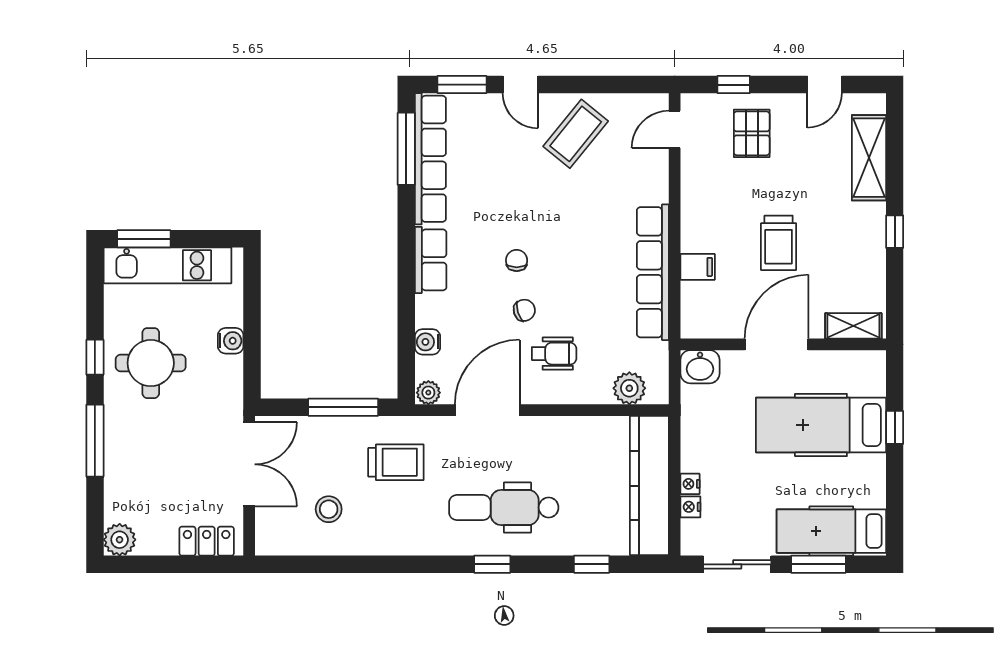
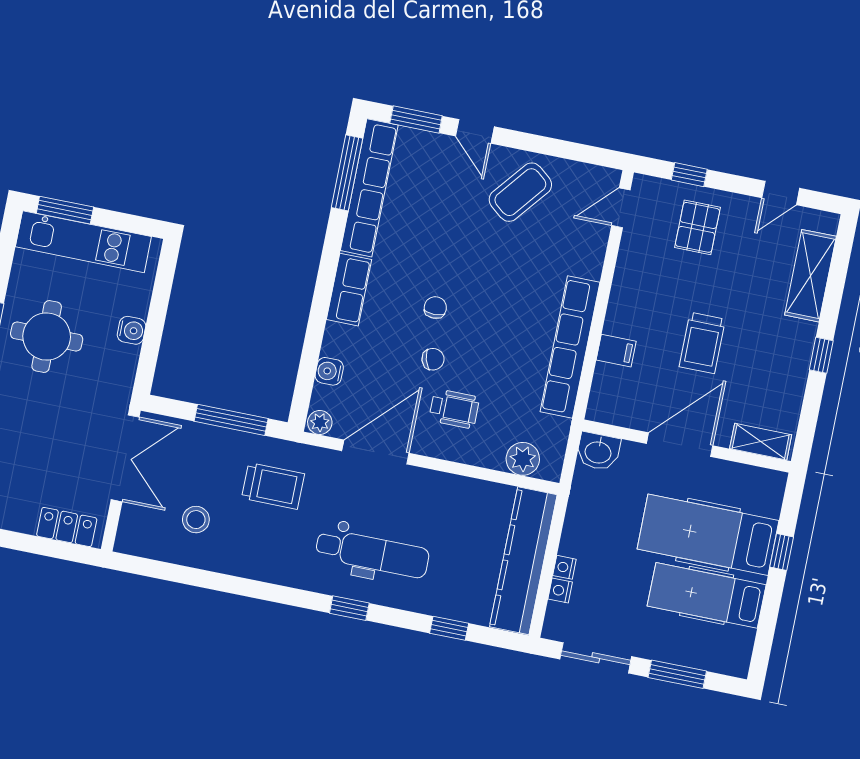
dental chair: (504, 507) -> (372, 553), turned 180
hospital bed: (831, 531) -> (707, 595), moved

